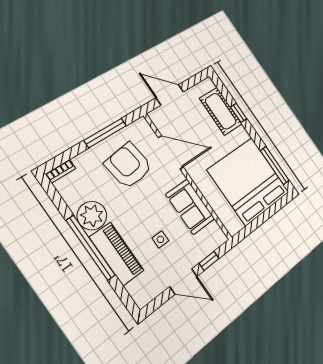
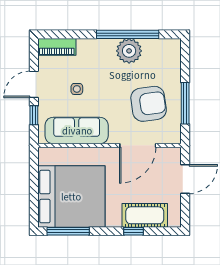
bookcase: (61, 171) -> (176, 51), removed
sofa: (190, 207) -> (77, 131), width x1.36
window: (91, 248) -> (128, 34), moved
piano: (117, 254) -> (57, 47), moved, width x0.73, depth x0.75

